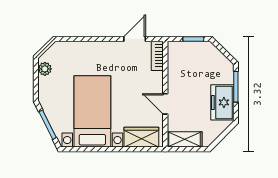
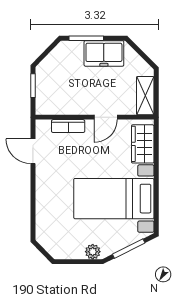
bookcase: (157, 56) -> (68, 126), moved
plant: (45, 69) -> (93, 252), moved

